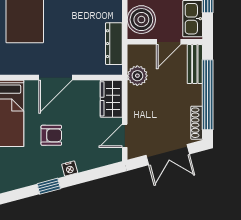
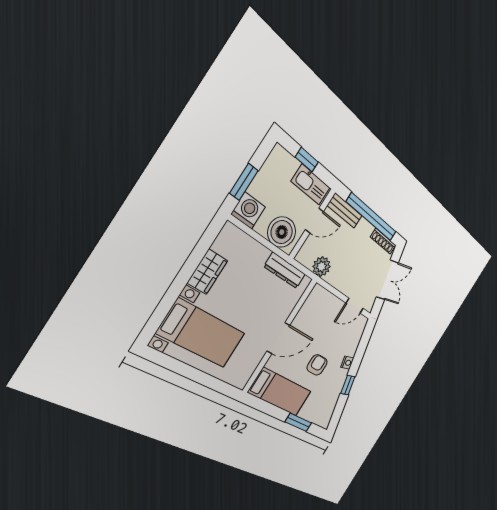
door: (169, 42) -> (314, 221), hinge flipped
door: (55, 77) -> (278, 338), hinge flipped
wardrobe: (111, 99) -> (324, 300), removed
door: (125, 136) -> (355, 306), hinge flipped

